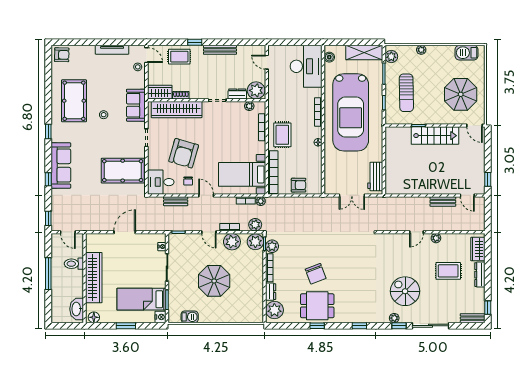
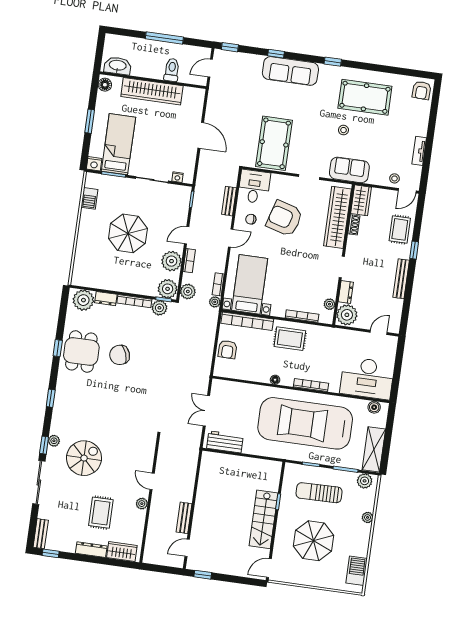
tv unit: (112, 50) -> (419, 151), width x0.71
parasol: (461, 94) -> (314, 541), moved

